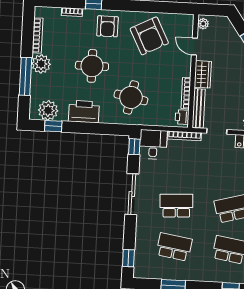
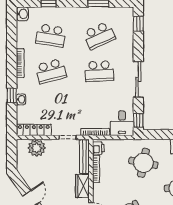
school desk: (174, 247) -> (99, 35), turned -33

